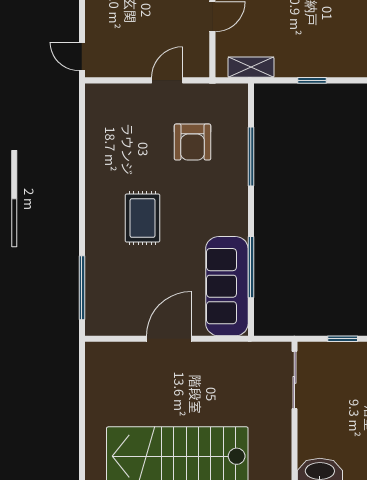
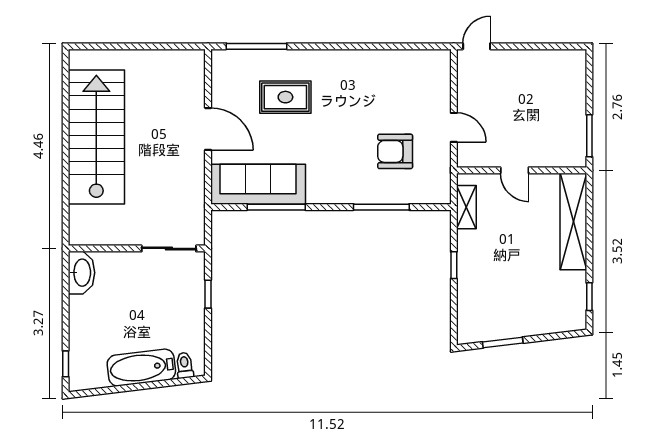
rug: (143, 218) -> (285, 97), moved

